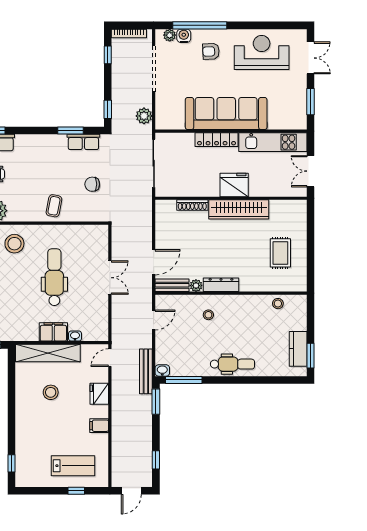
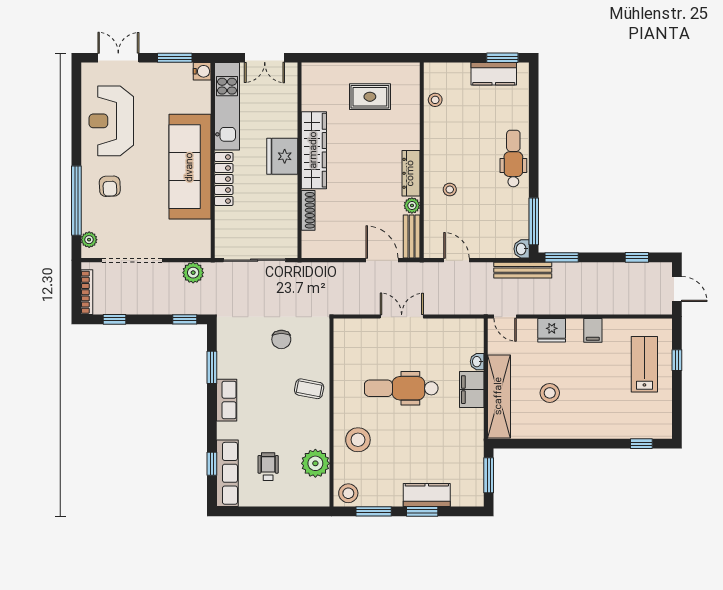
water cooler: (184, 36) -> (202, 71), moved, turned 180
row of seats: (83, 142) -> (227, 400), moved

